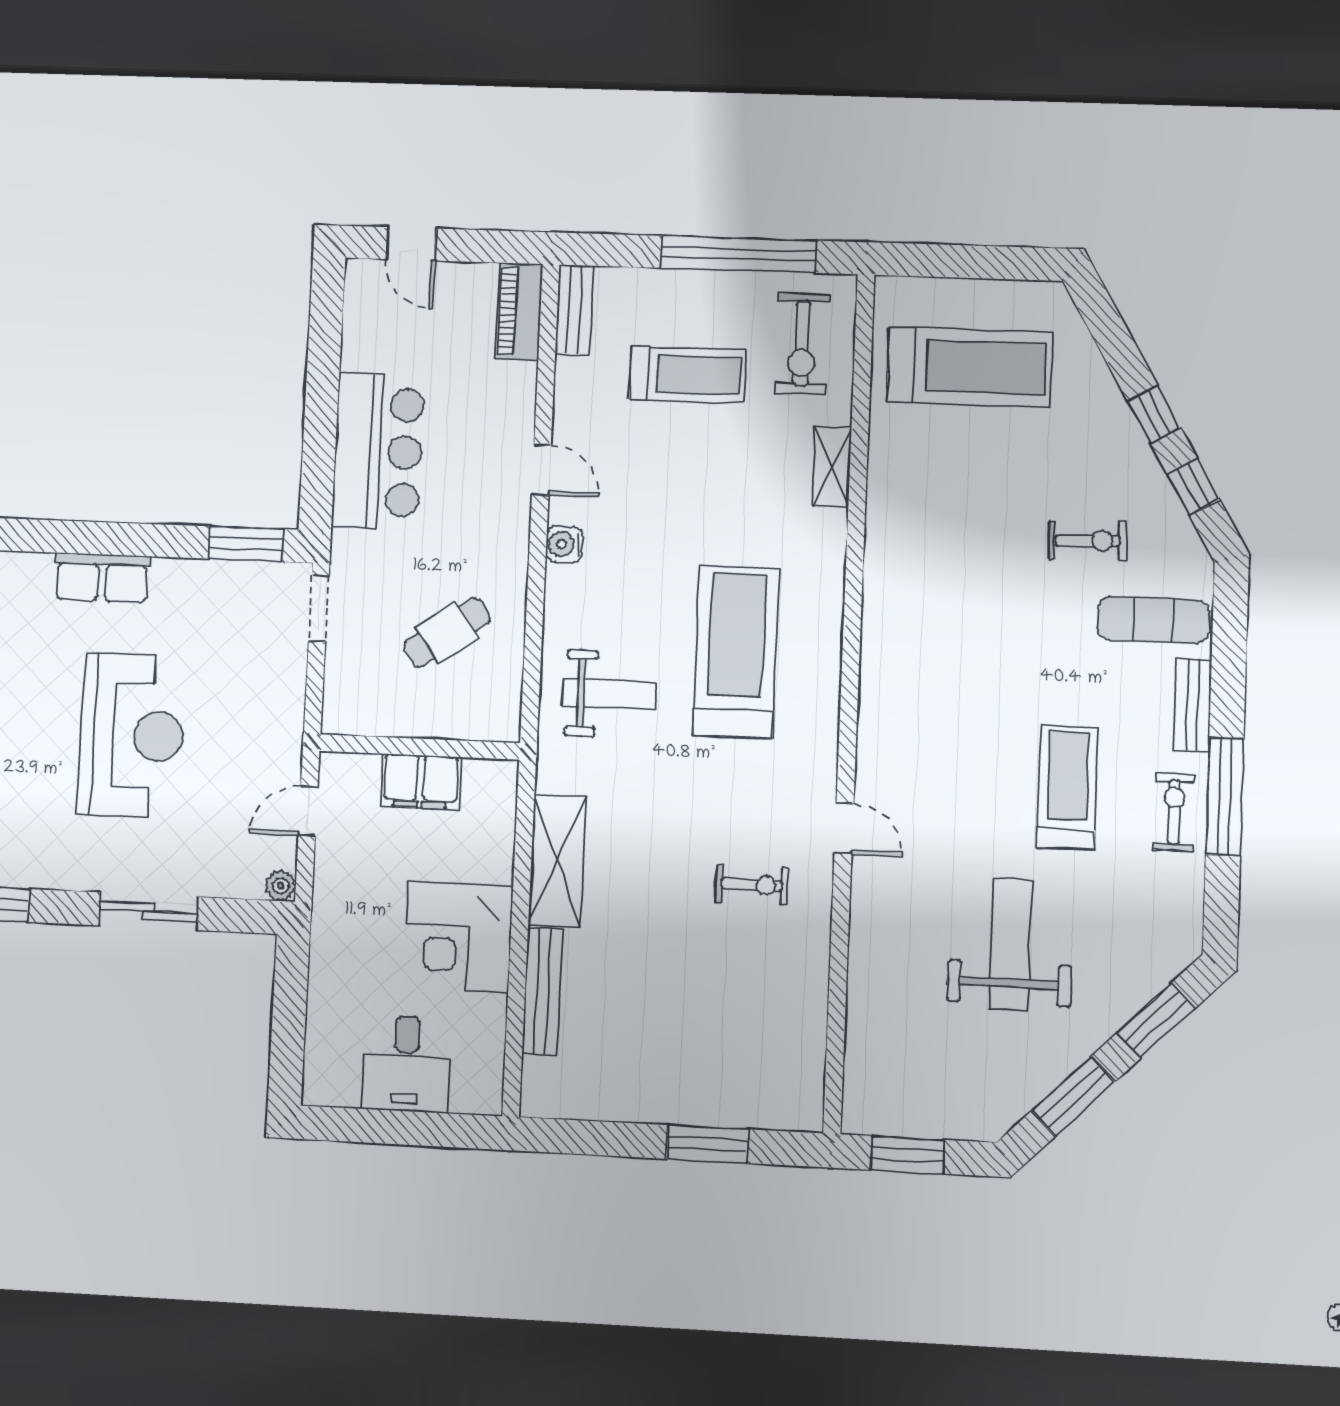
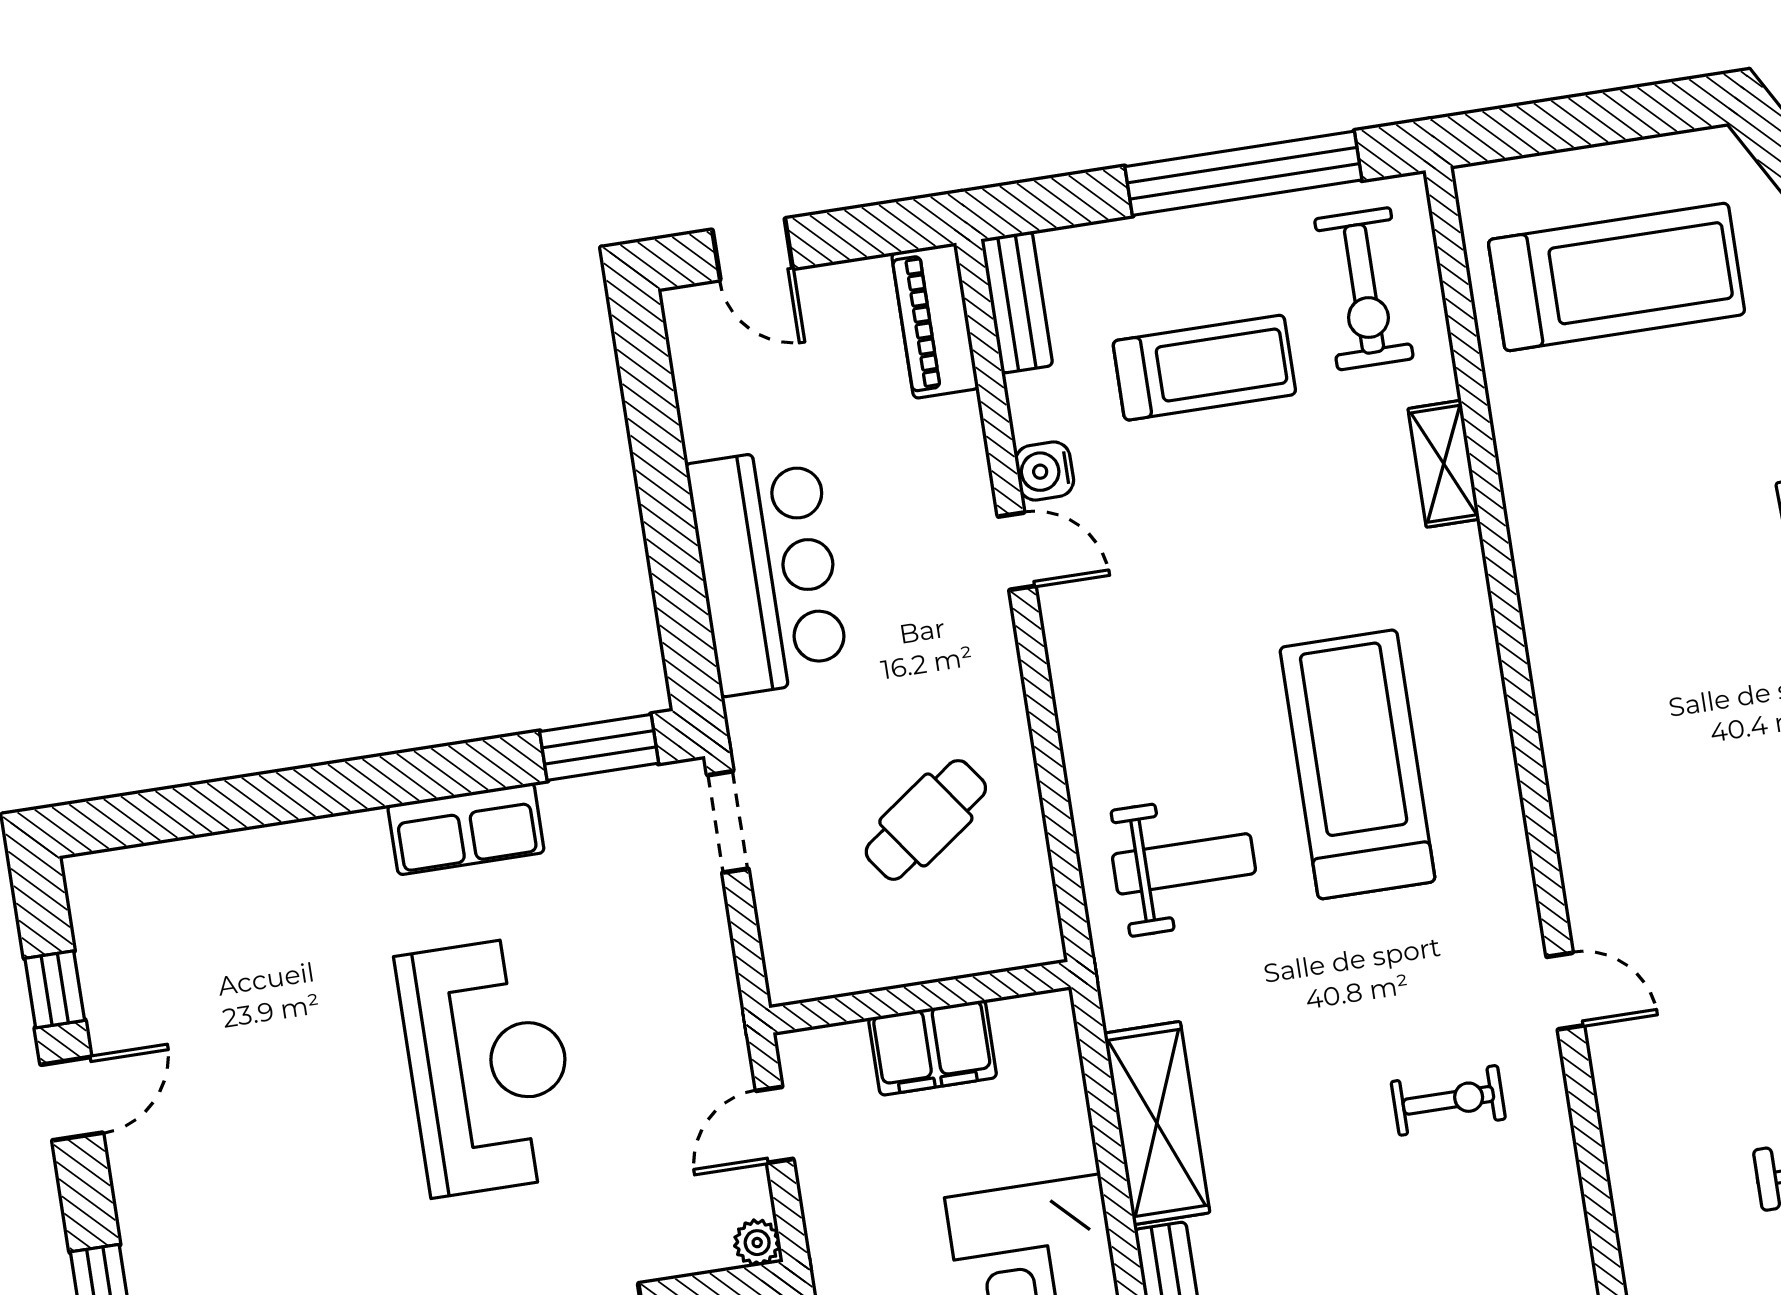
water cooler: (564, 544) -> (1044, 471), moved
row of seats: (102, 578) -> (466, 829), moved

